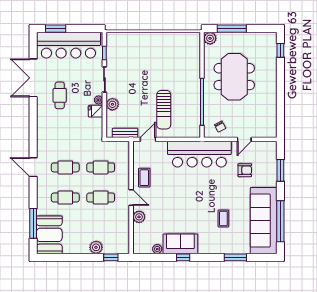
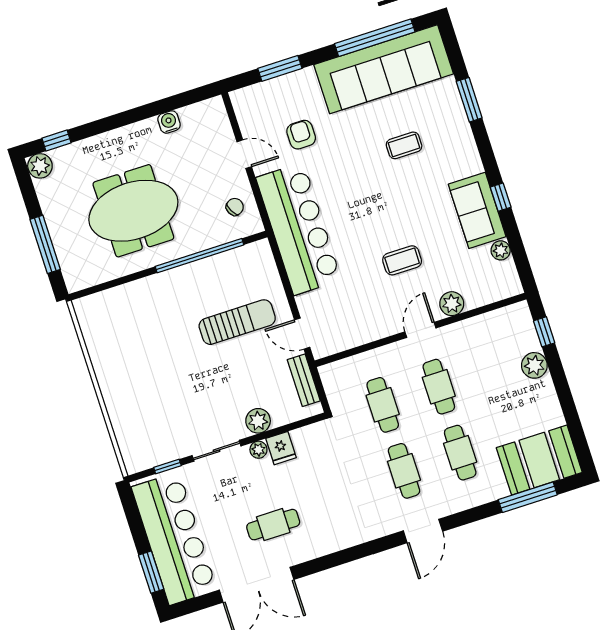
plant: (210, 38) -> (40, 166), moved
water cooler: (272, 108) -> (169, 122), added
coffee table: (144, 178) -> (402, 260), moved

